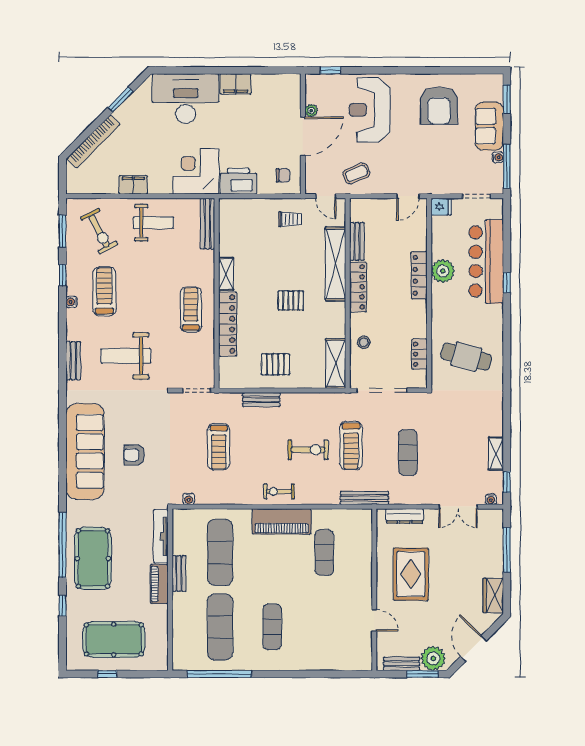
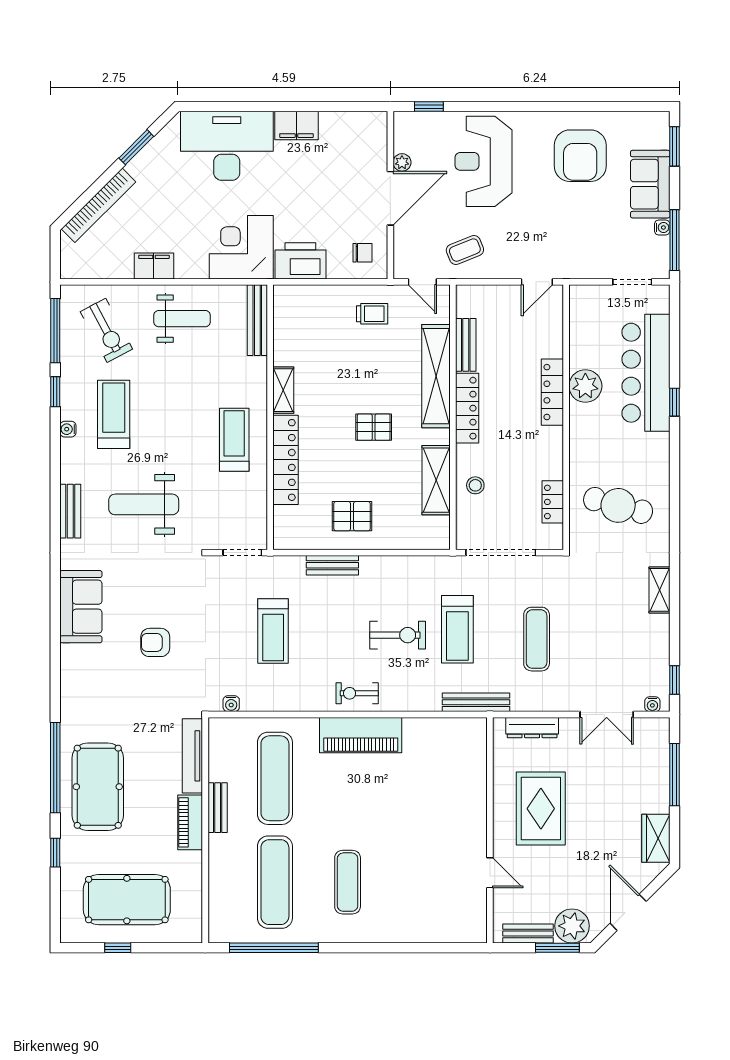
fridge: (441, 207) -> (583, 296), removed
window: (63, 231) -> (55, 331), width x1.44
shelving: (336, 364) -> (436, 480), moved
sofa: (85, 451) -> (81, 607), width x0.54, depth x0.79
shelving: (496, 454) -> (659, 590), moved
exercise mat: (324, 552) -> (420, 778), removed

